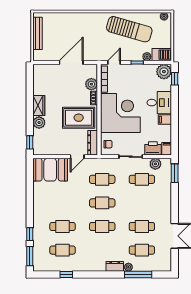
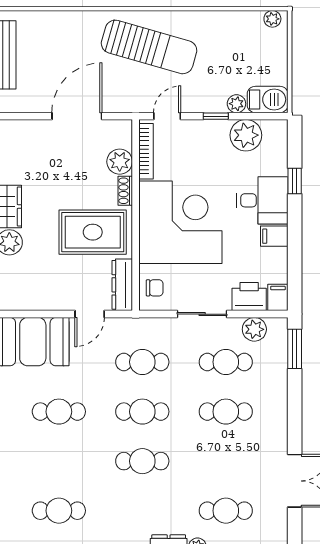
sun lounger: (129, 29) -> (149, 47), moved
plant: (164, 72) -> (246, 135), moved
window: (175, 79) -> (295, 181), moved
cafe table: (63, 226) -> (59, 412), moved
cafe table: (142, 226) -> (226, 412), moved

